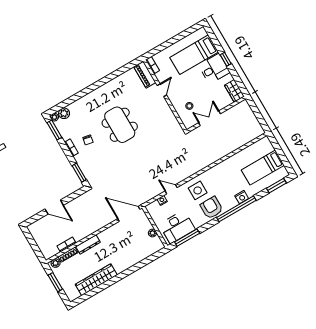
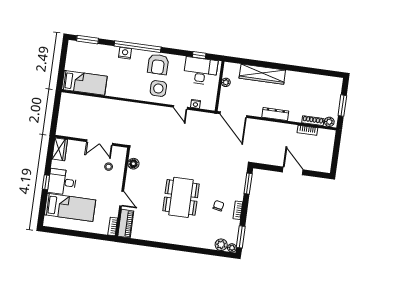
door: (162, 90) -> (122, 199), swing flipped
floor lamp: (173, 122) -> (133, 164), added
bed: (263, 168) -> (84, 83), moved
window: (187, 238) -> (199, 55), width x0.46
dresser: (88, 244) -> (275, 114), moved
wardrobe: (96, 280) -> (262, 74), moved

